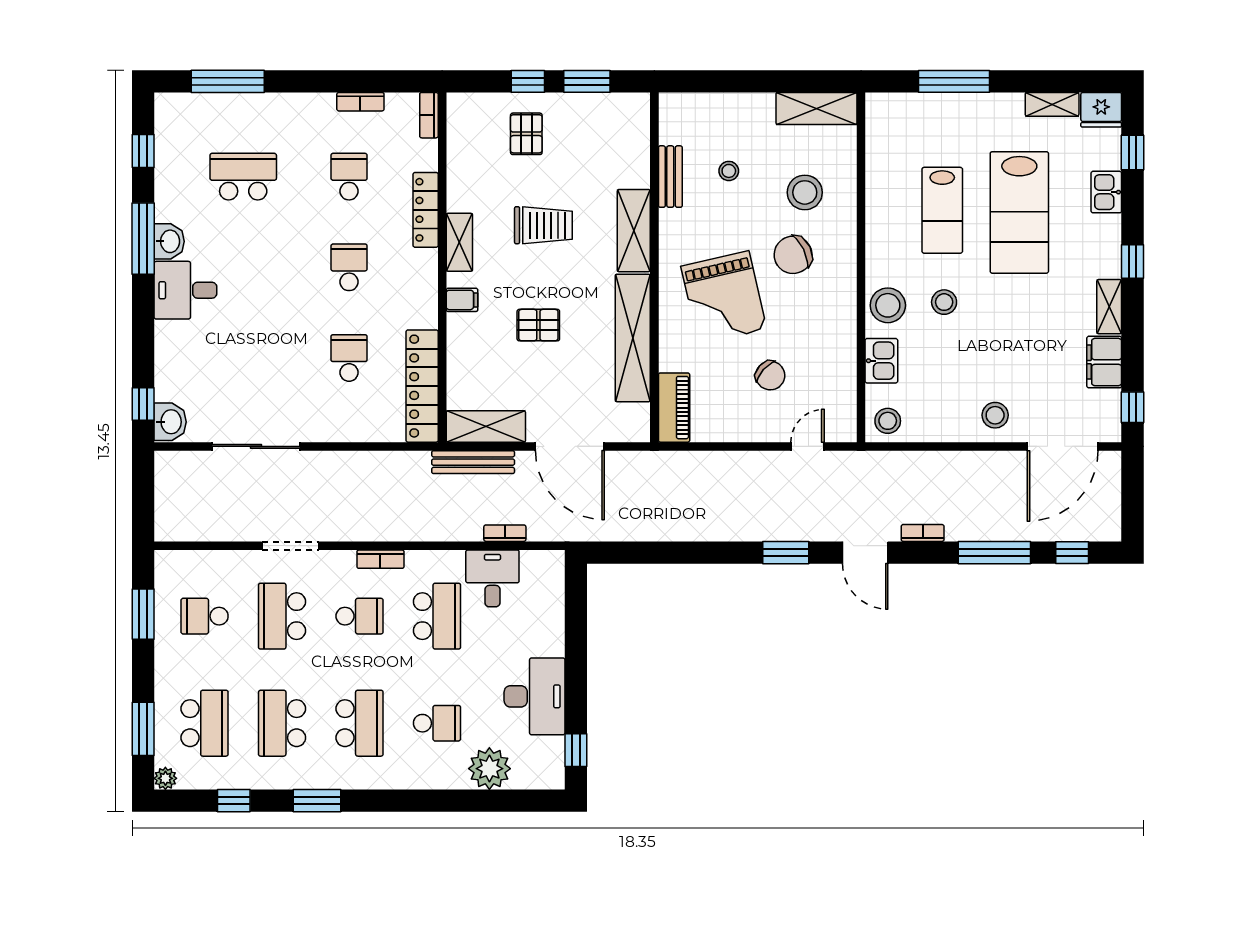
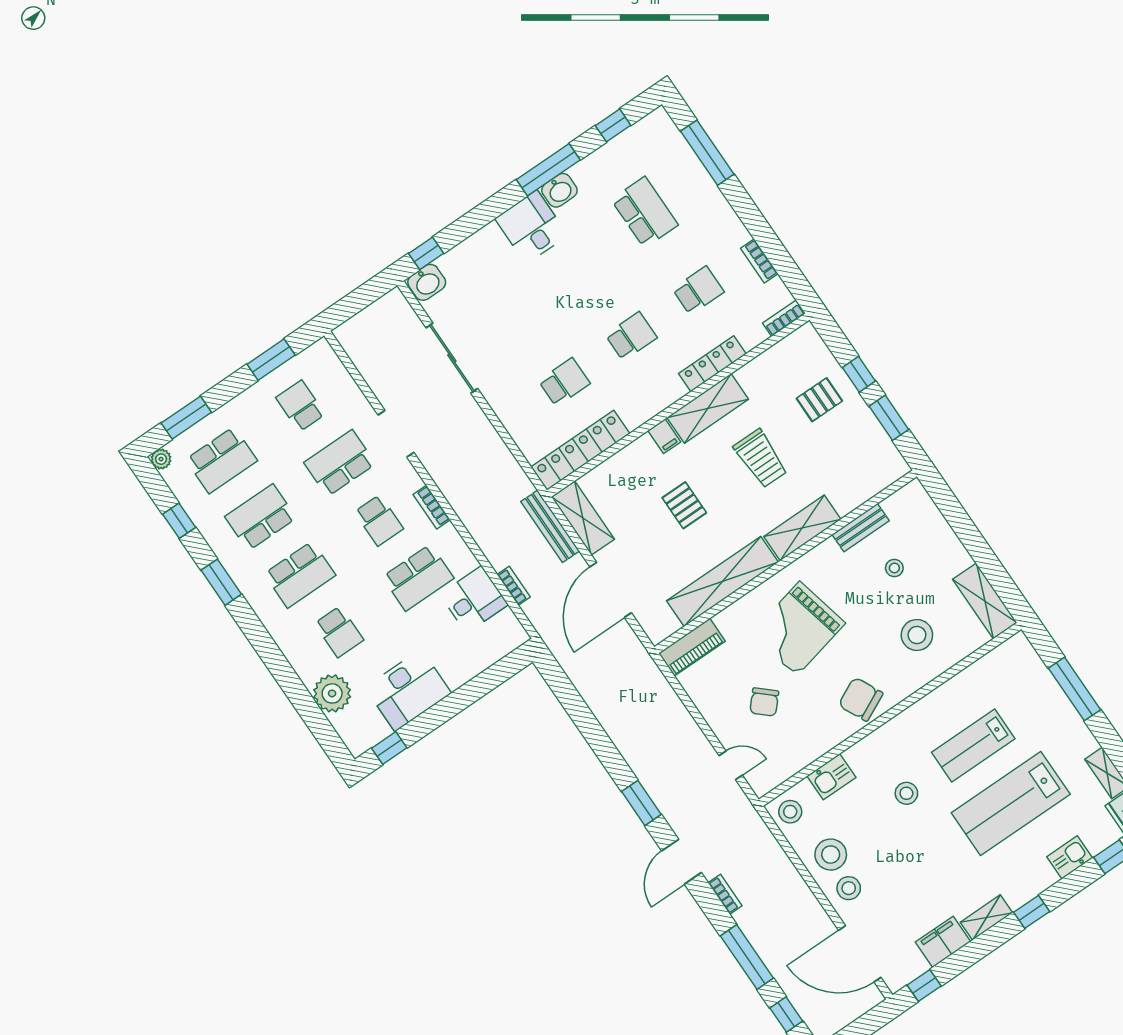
shelving: (459, 242) -> (708, 408), width x1.50, depth x1.33
chair: (793, 255) -> (861, 699), moved
stool: (888, 305) -> (831, 855), moved

